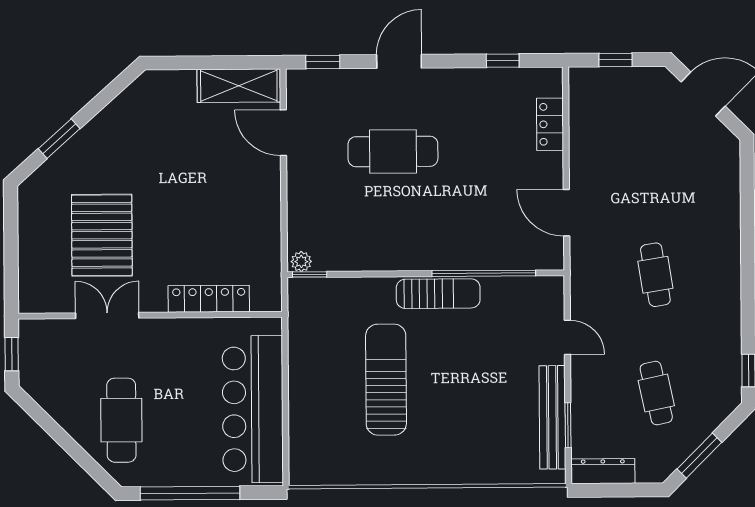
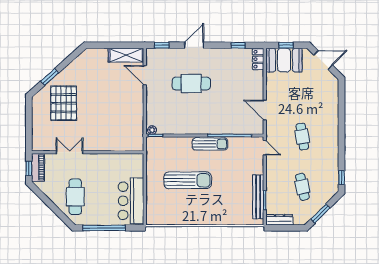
booth: (611, 95) -> (284, 60), added
locker: (550, 124) -> (258, 59), moved
pallet: (102, 235) -> (64, 103), moved
locker: (209, 299) -> (113, 145), removed
door: (567, 337) -> (265, 148), moved
piano: (33, 352) -> (38, 167), added
sun lounger: (386, 380) -> (188, 180), turned 90
bar counter: (253, 409) -> (131, 201), width x0.73

